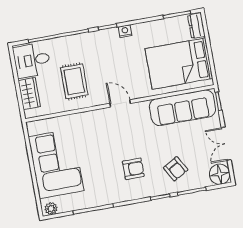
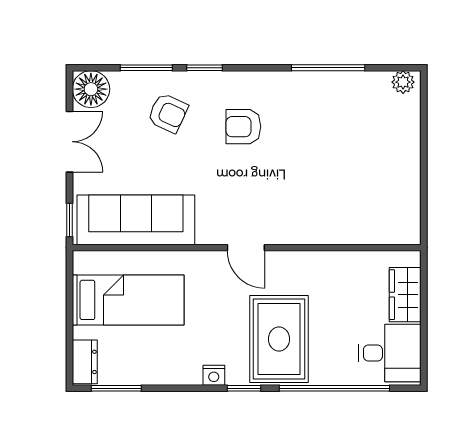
bed: (179, 64) -> (128, 300), width x0.67
rug: (74, 81) -> (279, 339), moved, width x1.36, depth x1.43
corner sofa: (56, 164) -> (380, 160), removed
armchair: (176, 169) -> (168, 113), turned 145

